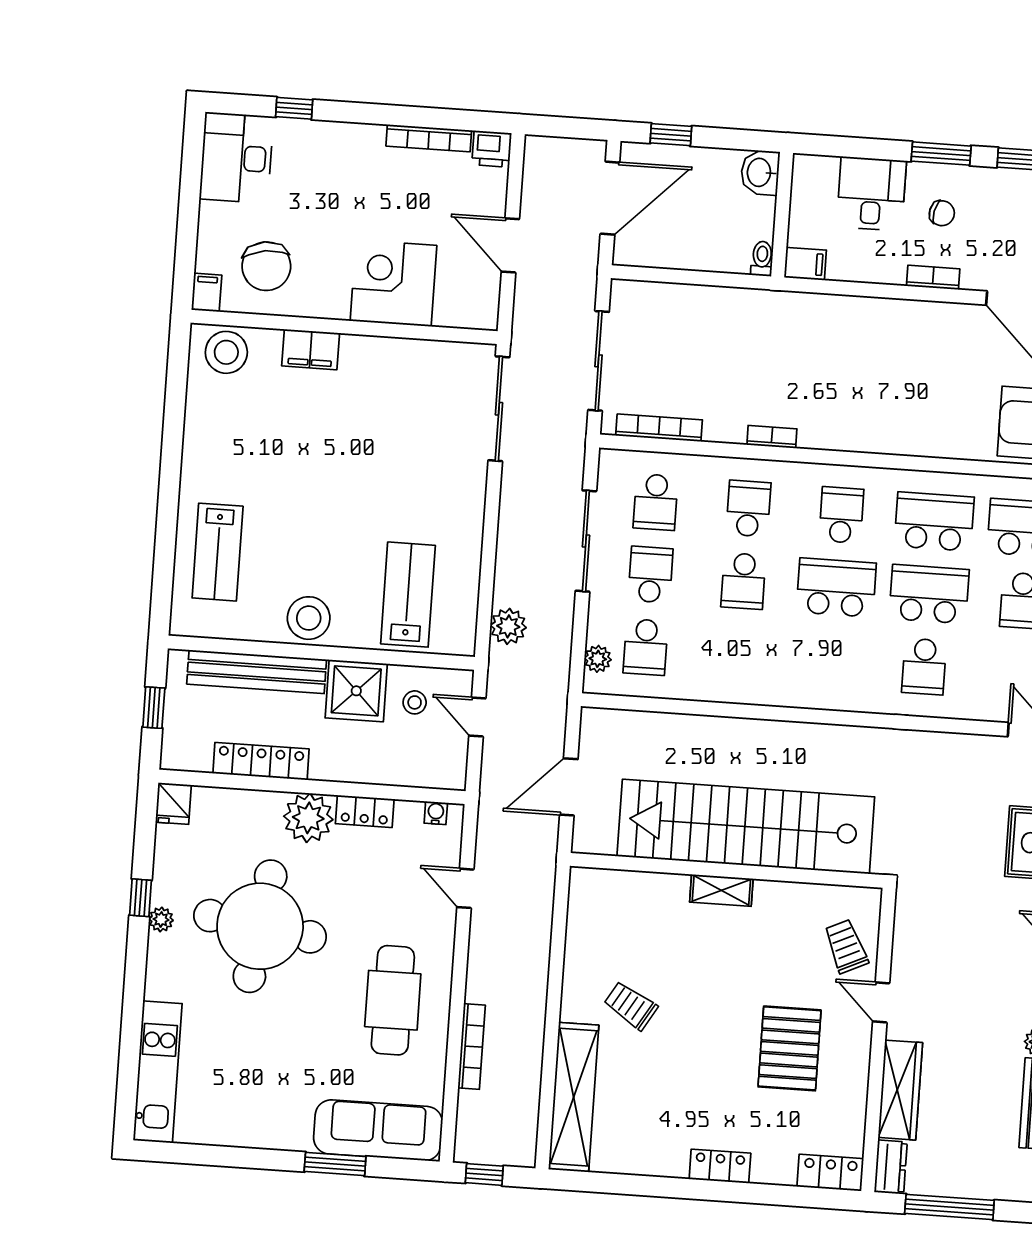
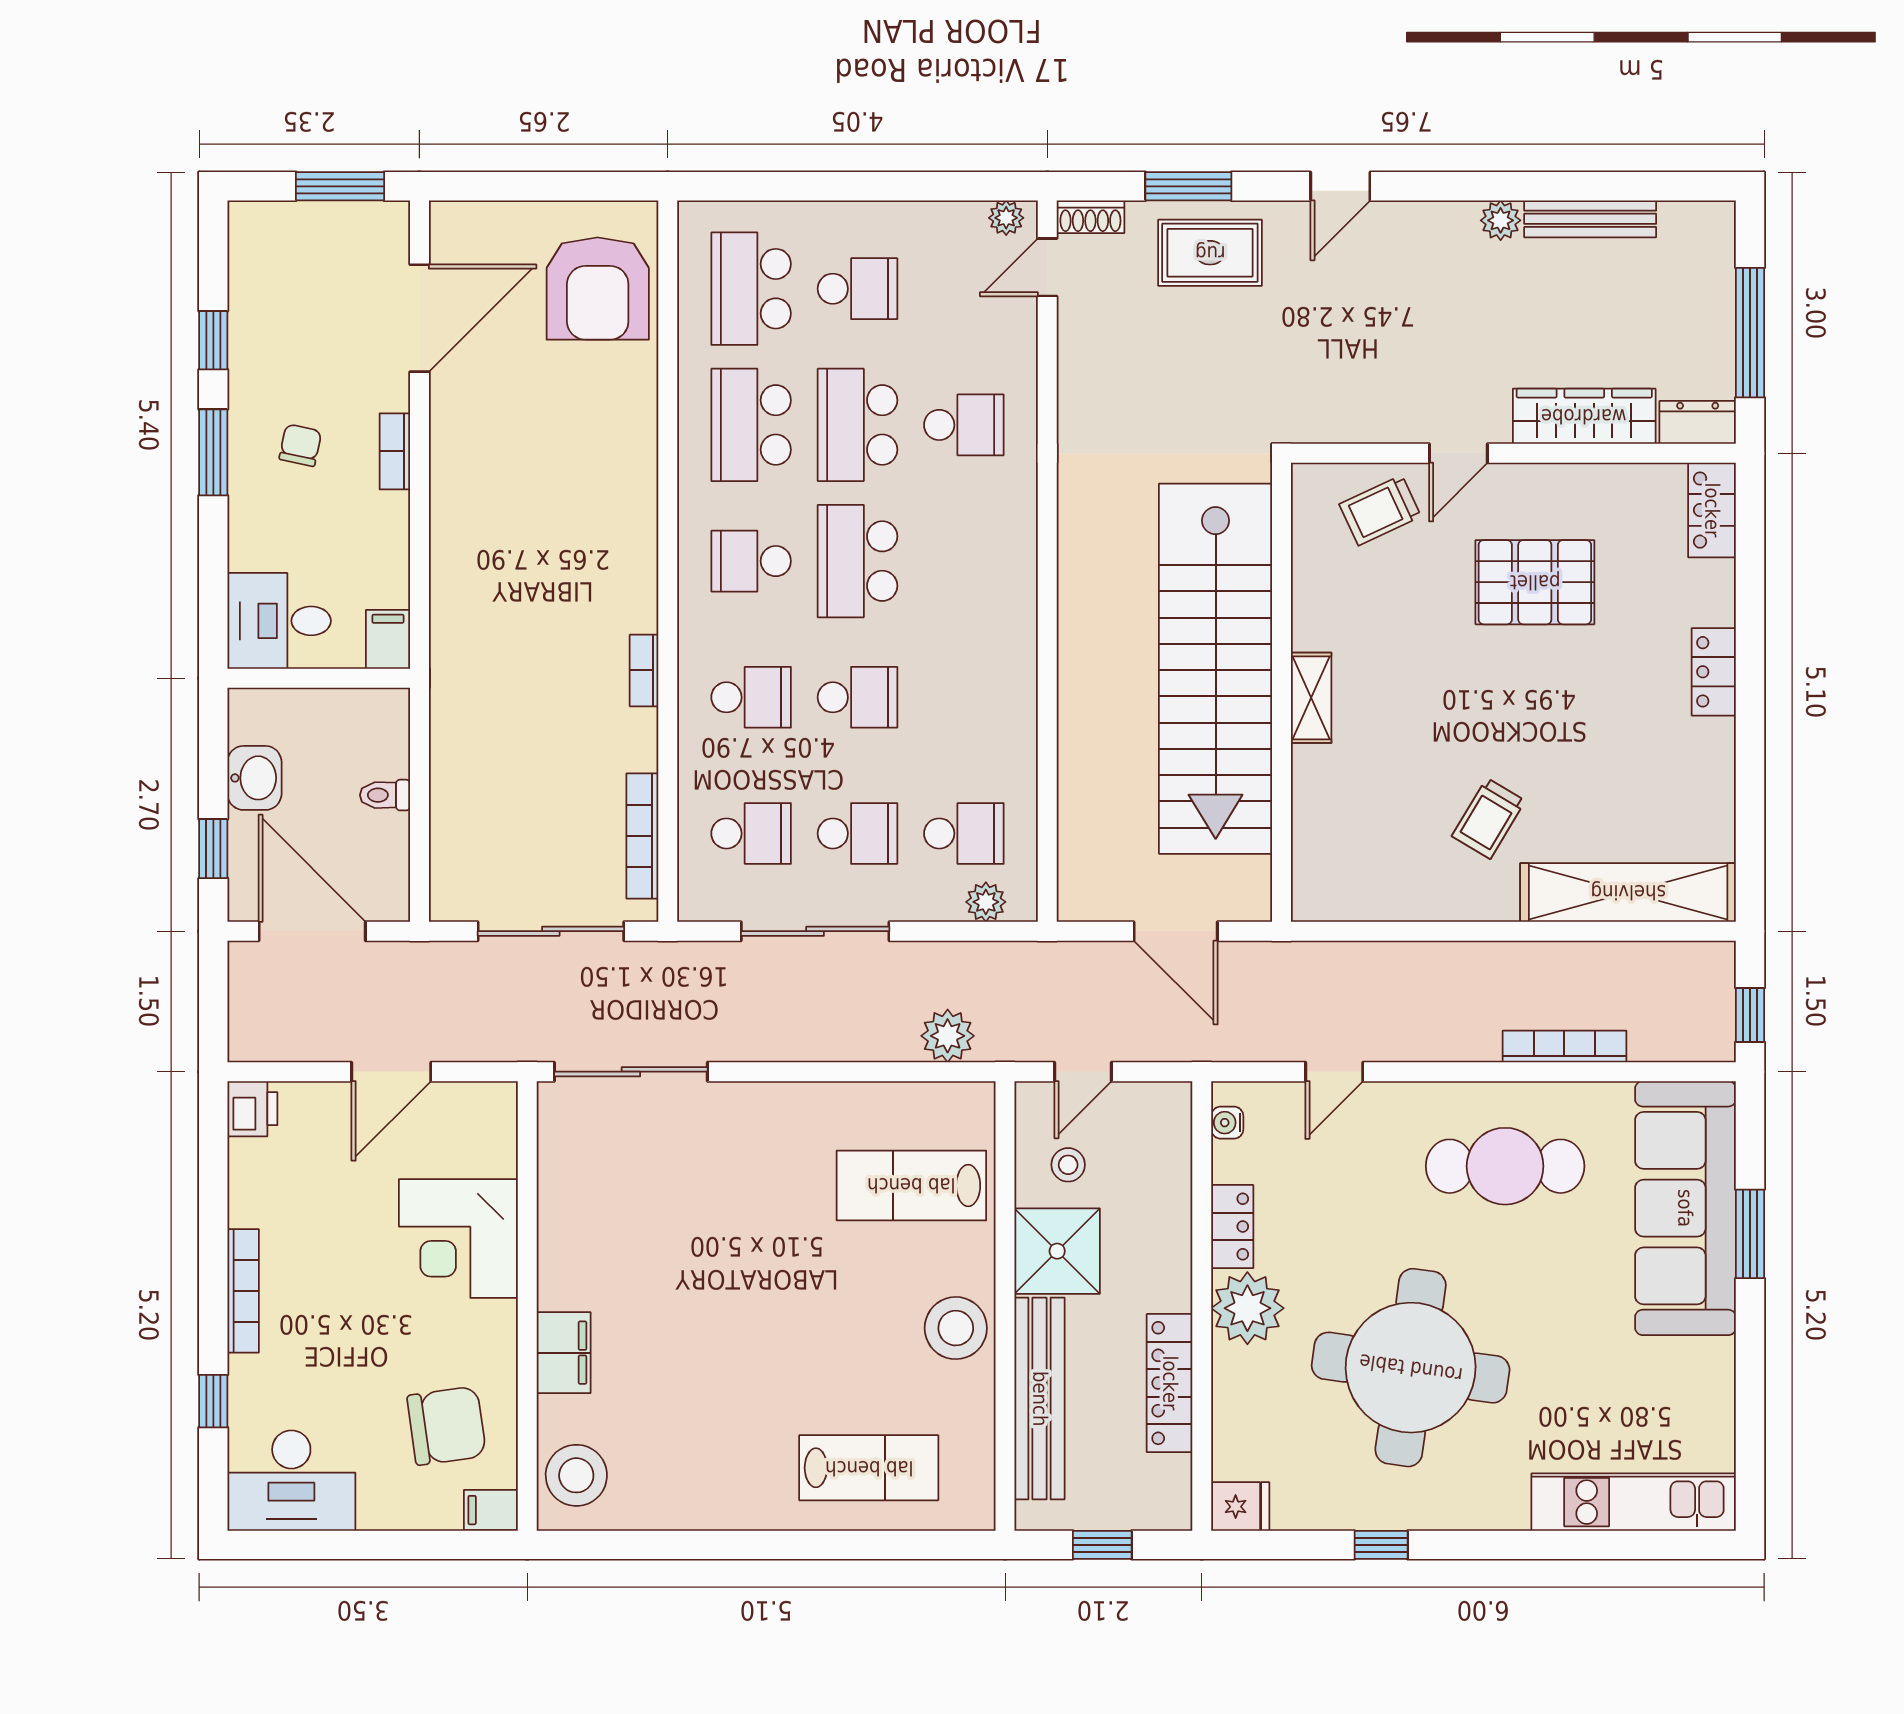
bookcase: (429, 138) -> (243, 1291), moved
washbasin: (760, 172) -> (254, 778), moved, turned -90
desk: (871, 194) -> (279, 621), moved
toilet: (762, 259) -> (385, 795), moved
school desk: (748, 509) -> (751, 697), turned 180
school desk: (651, 575) -> (857, 833), turned 180
plant: (161, 919) -> (1411, 1513), removed
sofa: (378, 1130) -> (1685, 1208), width x1.36, depth x1.27

